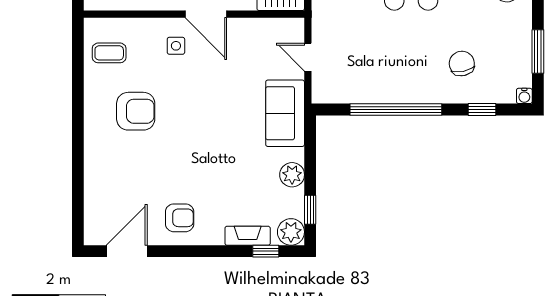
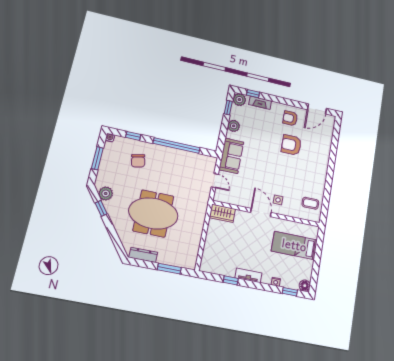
armchair: (136, 111) -> (291, 145), moved

